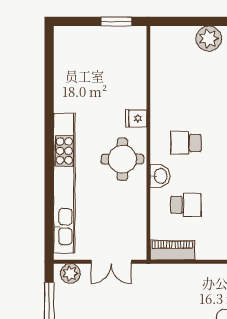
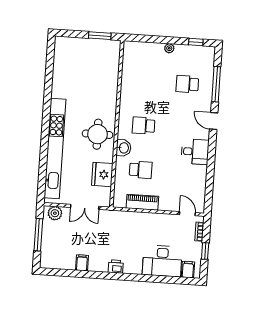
plant: (209, 39) -> (169, 48), width x0.53, depth x0.53
fridge: (136, 118) -> (102, 174), moved, width x1.88, depth x1.34
piano: (172, 250) -> (142, 202), moved

